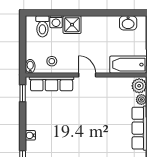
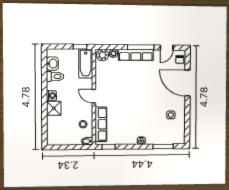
washing machine: (56, 22) -> (51, 96), moved
toilet: (42, 26) -> (55, 76), moved
door: (87, 75) -> (94, 96), hinge flipped

